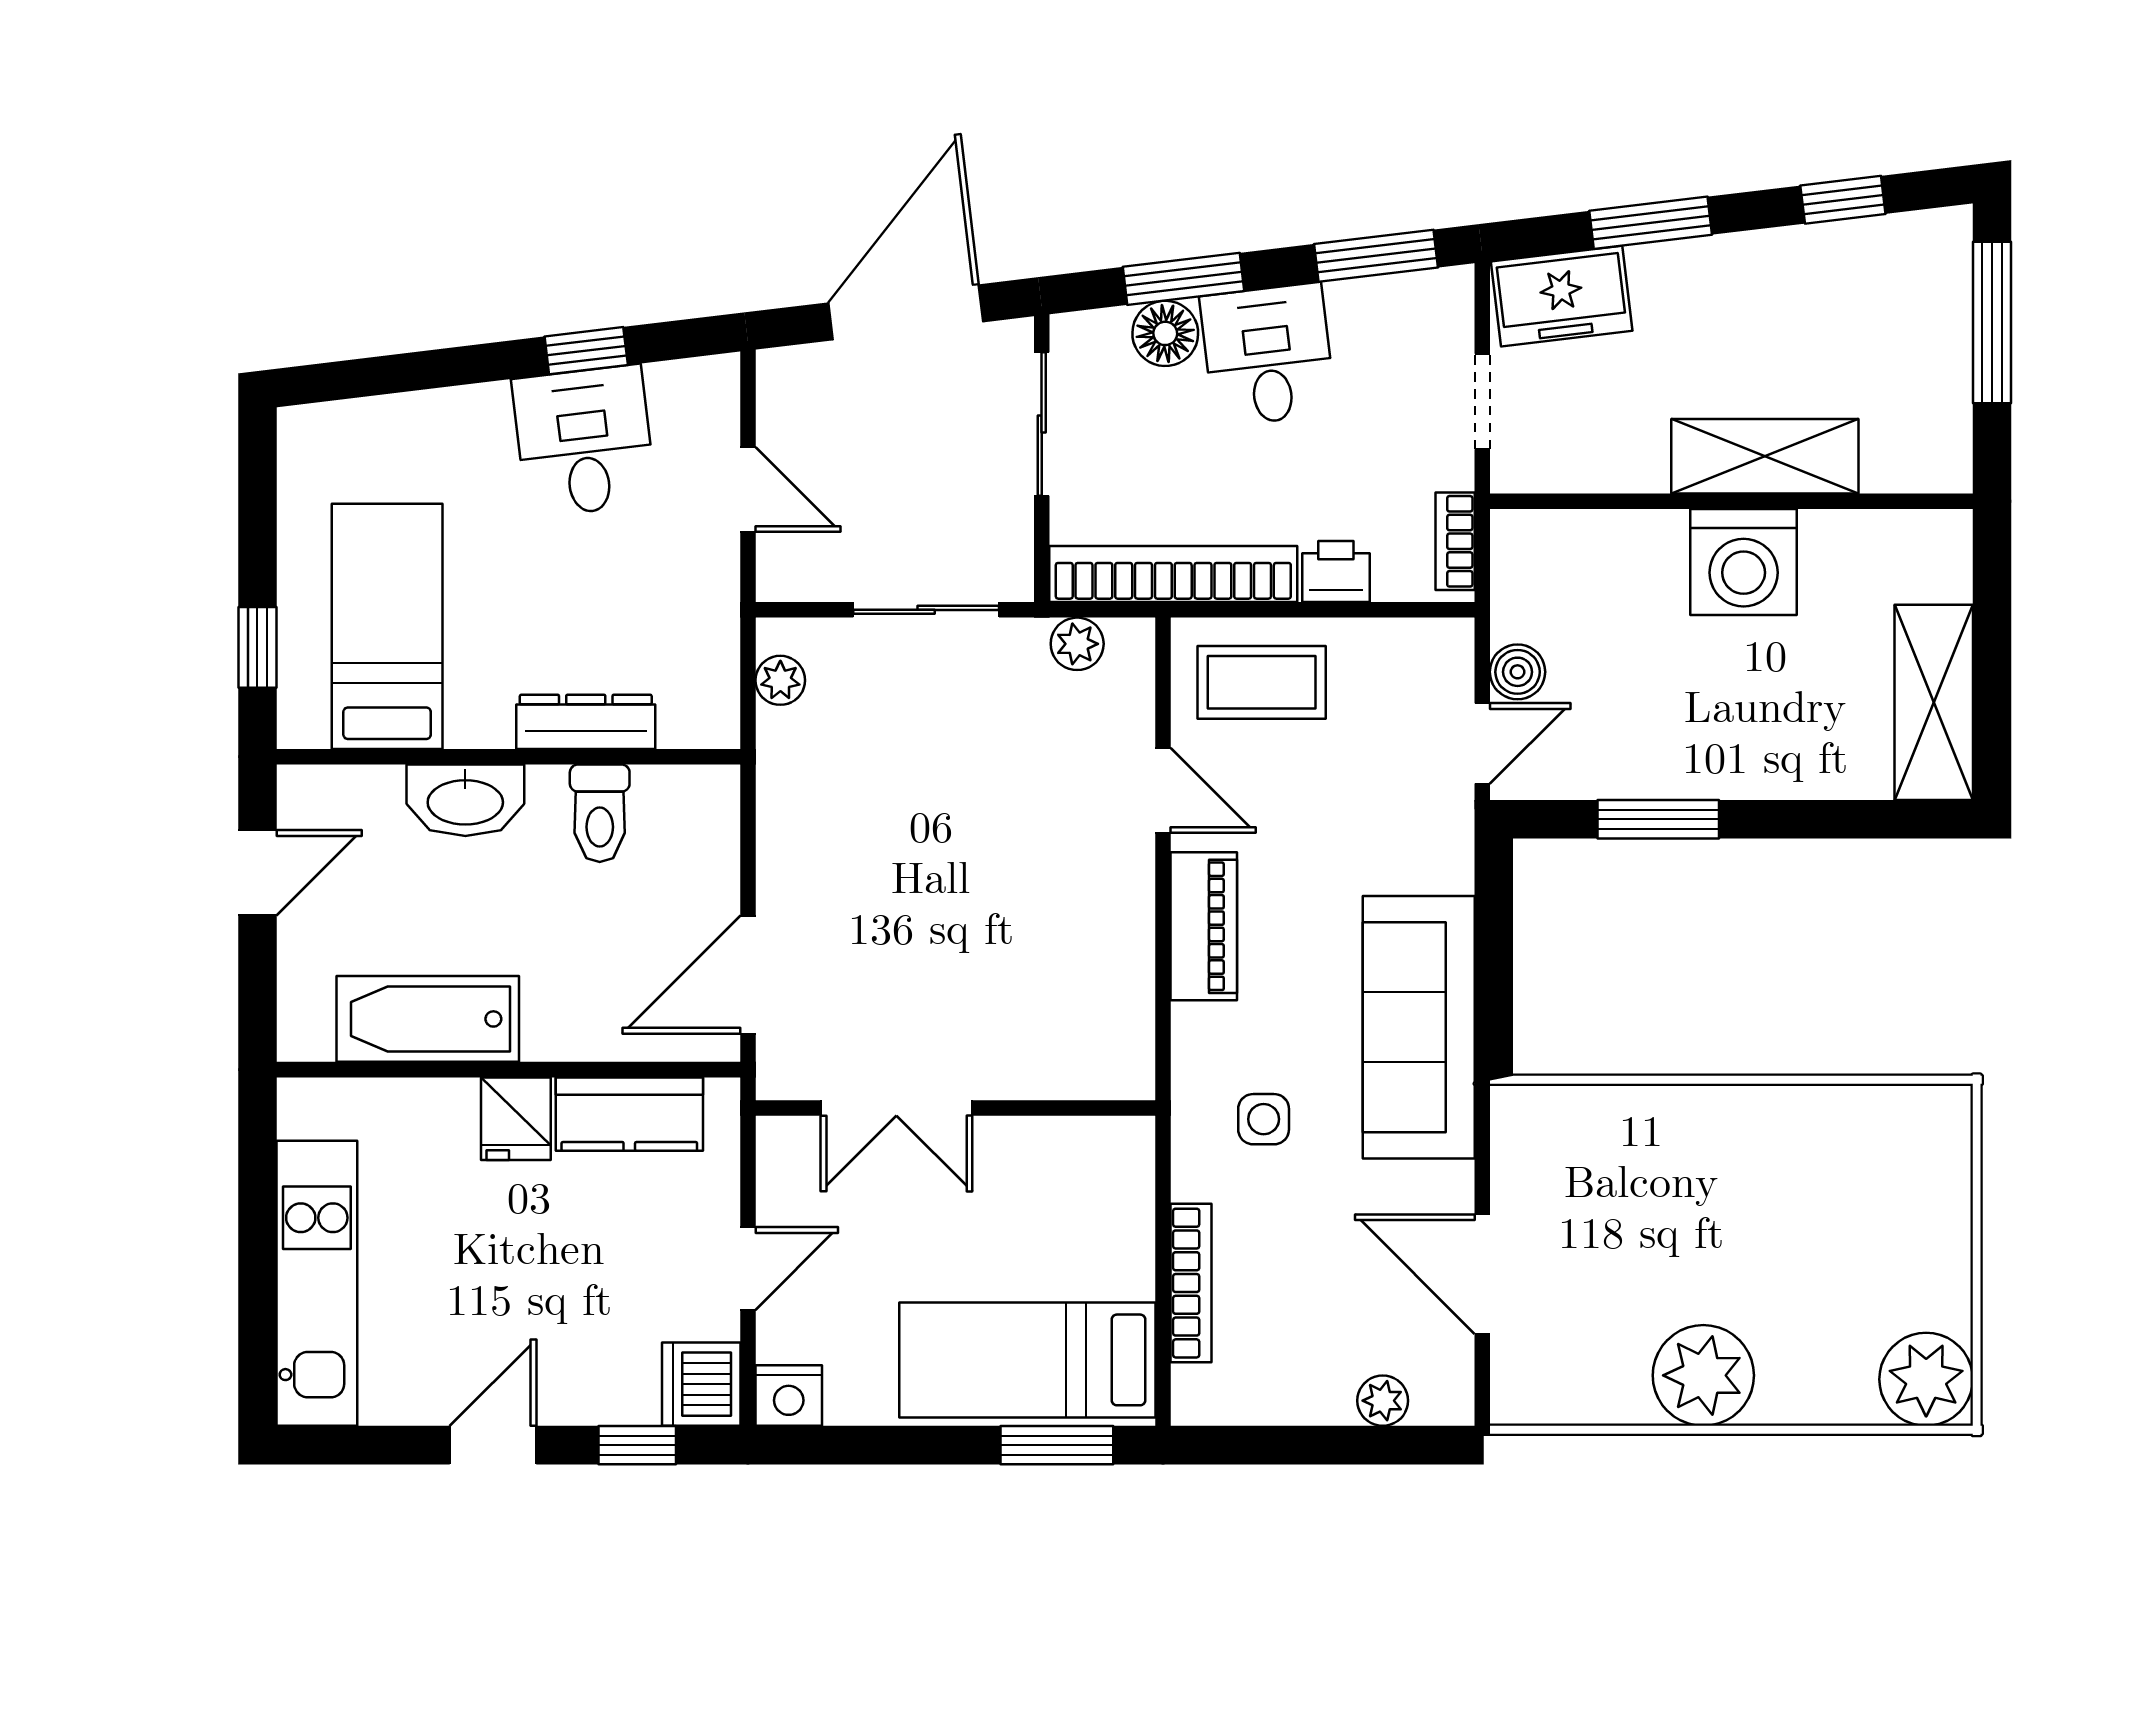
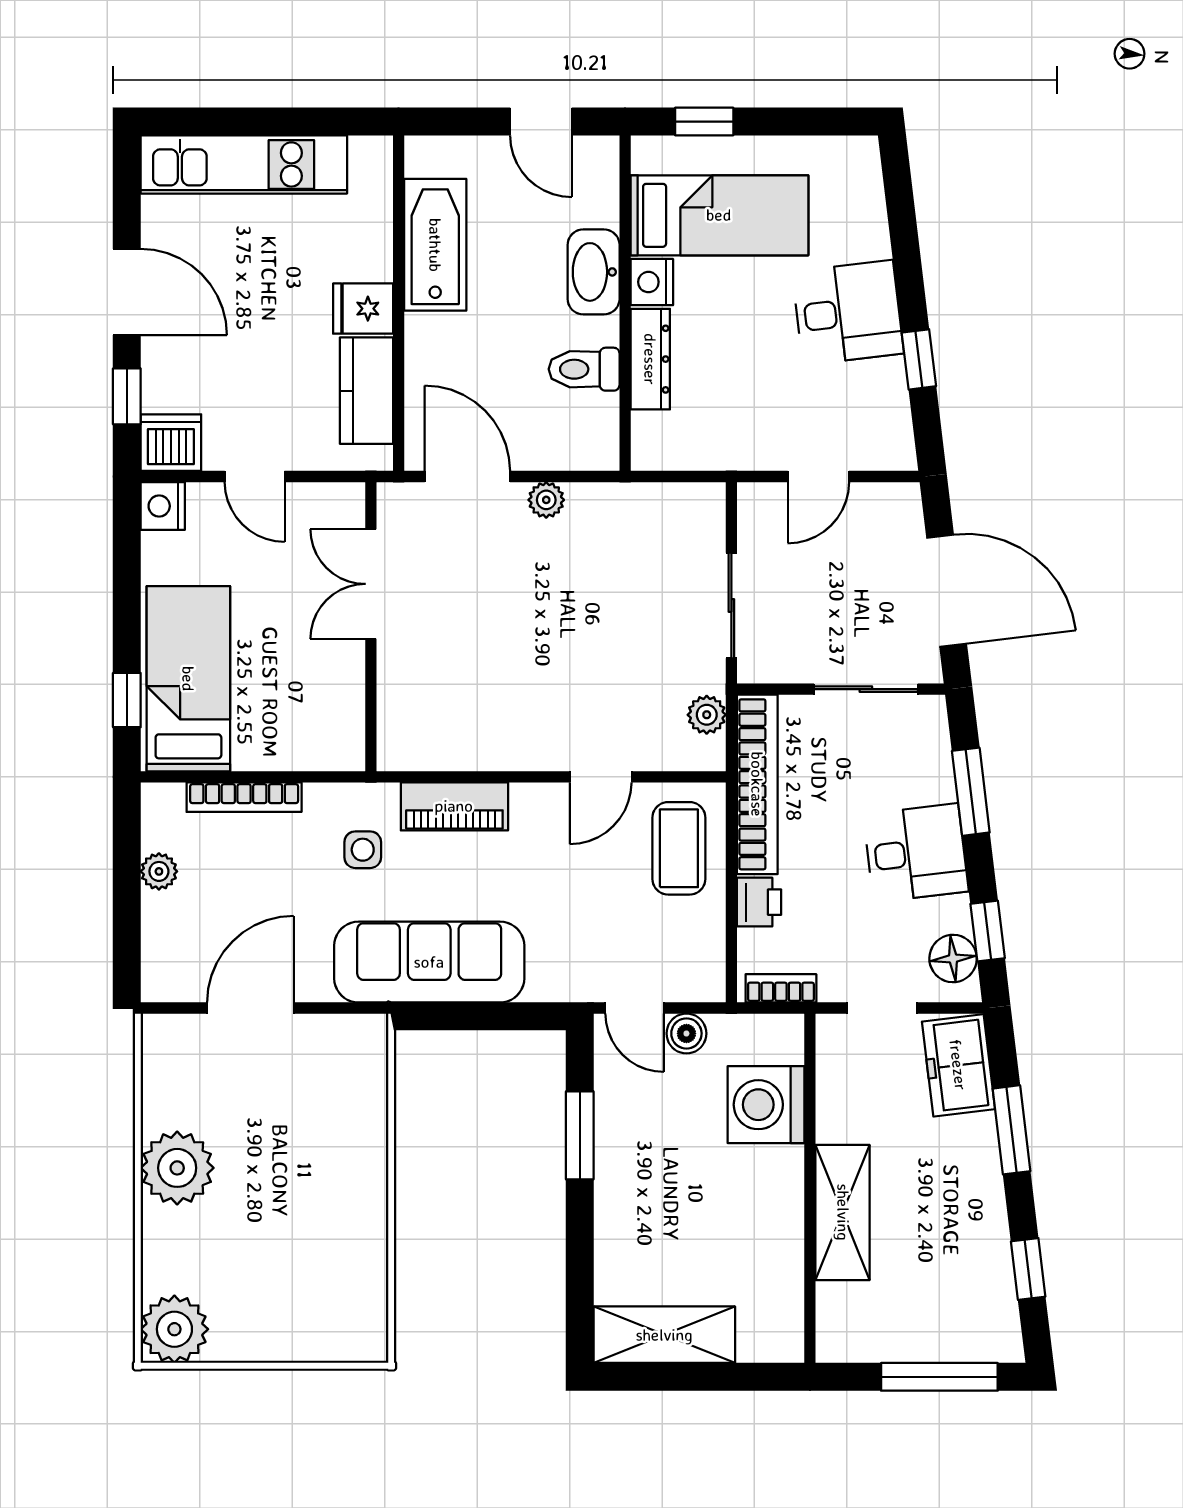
window: (1376, 256) -> (988, 931), width x0.67
floor lamp: (1165, 333) -> (953, 959), moved
desk: (584, 441) -> (848, 313), moved
washing machine: (1744, 562) -> (766, 1105), moved
plant: (780, 680) -> (546, 500), moved
nightstand: (479, 720) -> (652, 282), added
piano: (1204, 926) -> (454, 806), moved
plant: (1383, 1401) -> (159, 871), moved
door: (493, 1445) -> (127, 292), width x1.38
window: (1057, 1445) -> (127, 700), width x0.67

